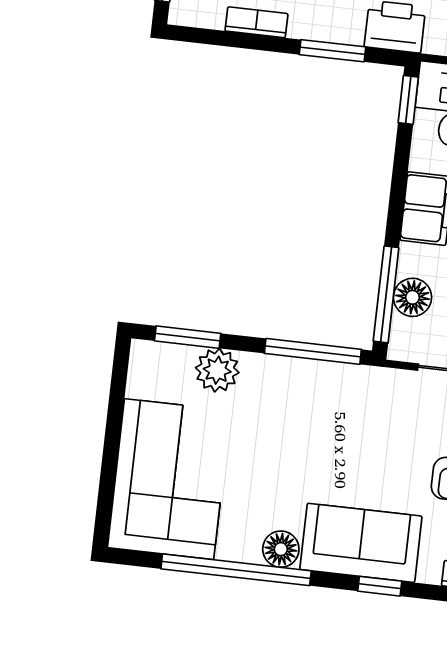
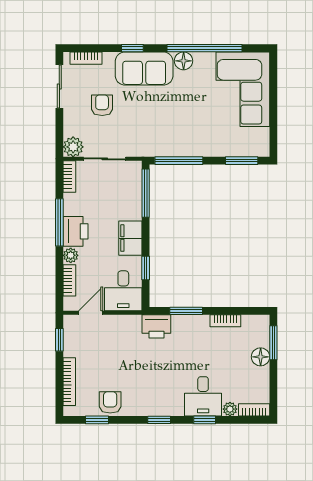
window: (408, 100) -> (146, 268), moved
floor lamp: (412, 297) -> (132, 193), removed
plant: (217, 370) -> (225, 146), removed

